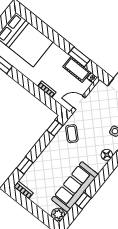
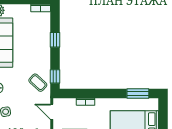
door: (79, 103) -> (52, 112), swing flipped
window: (25, 165) -> (55, 40), moved

